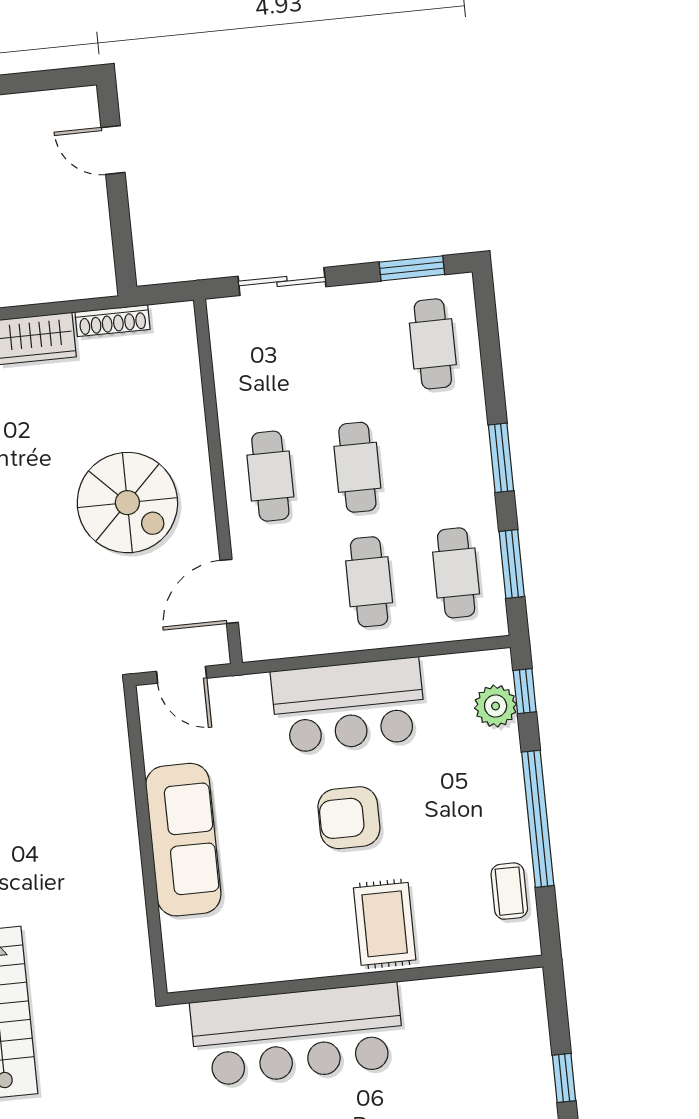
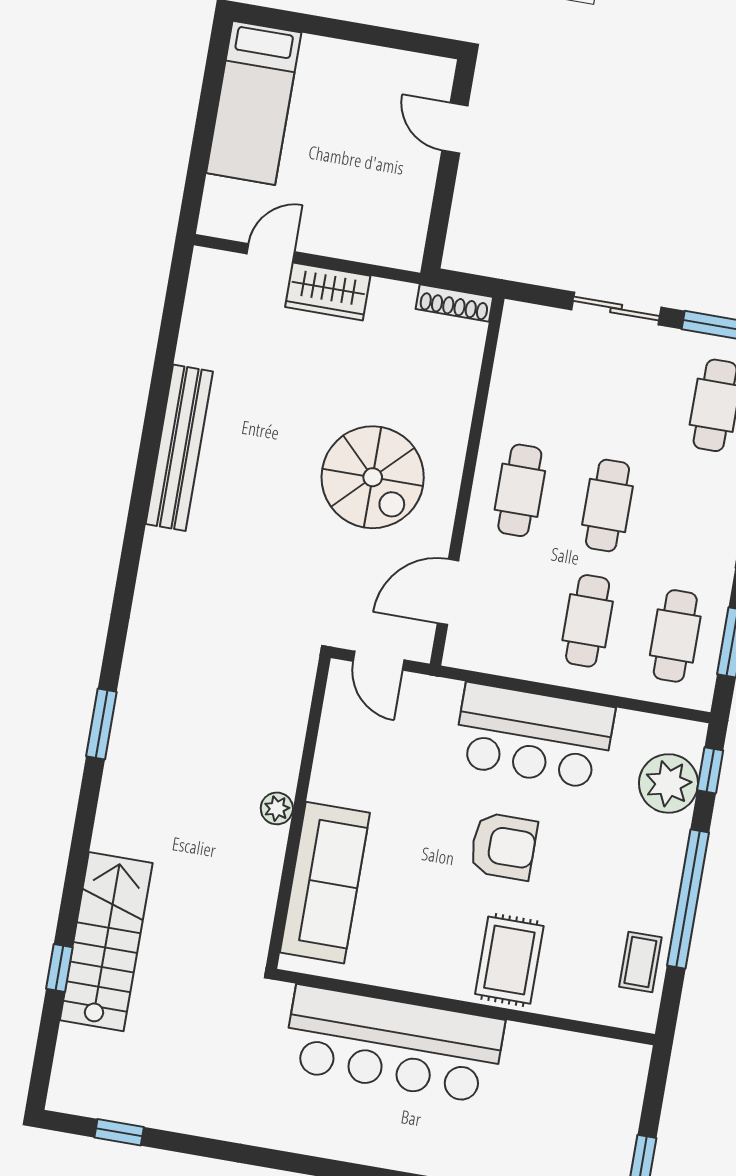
sliding door: (282, 281) -> (616, 308), moved
shoe rack: (112, 321) -> (454, 303), moved
plant: (496, 706) -> (668, 783), width x1.36, depth x1.36
armchair: (349, 818) -> (503, 846), turned 180
sofa: (183, 840) -> (325, 883), moved
plant: (124, 842) -> (277, 808), added

